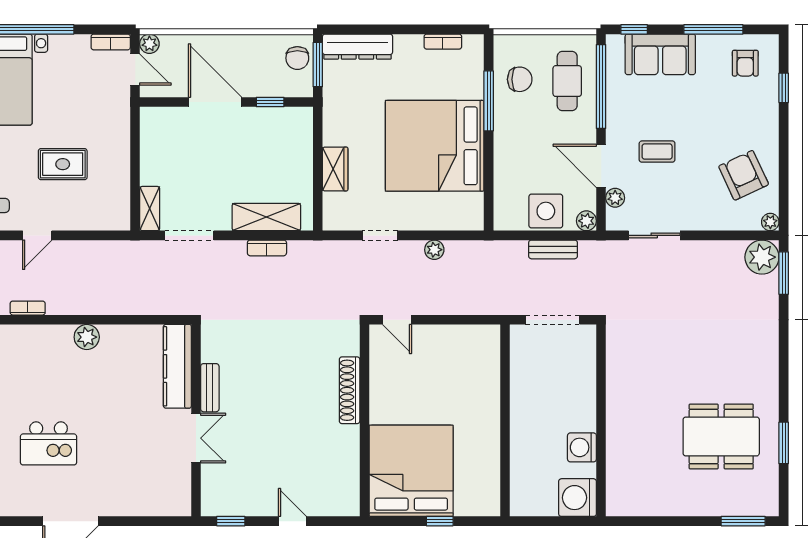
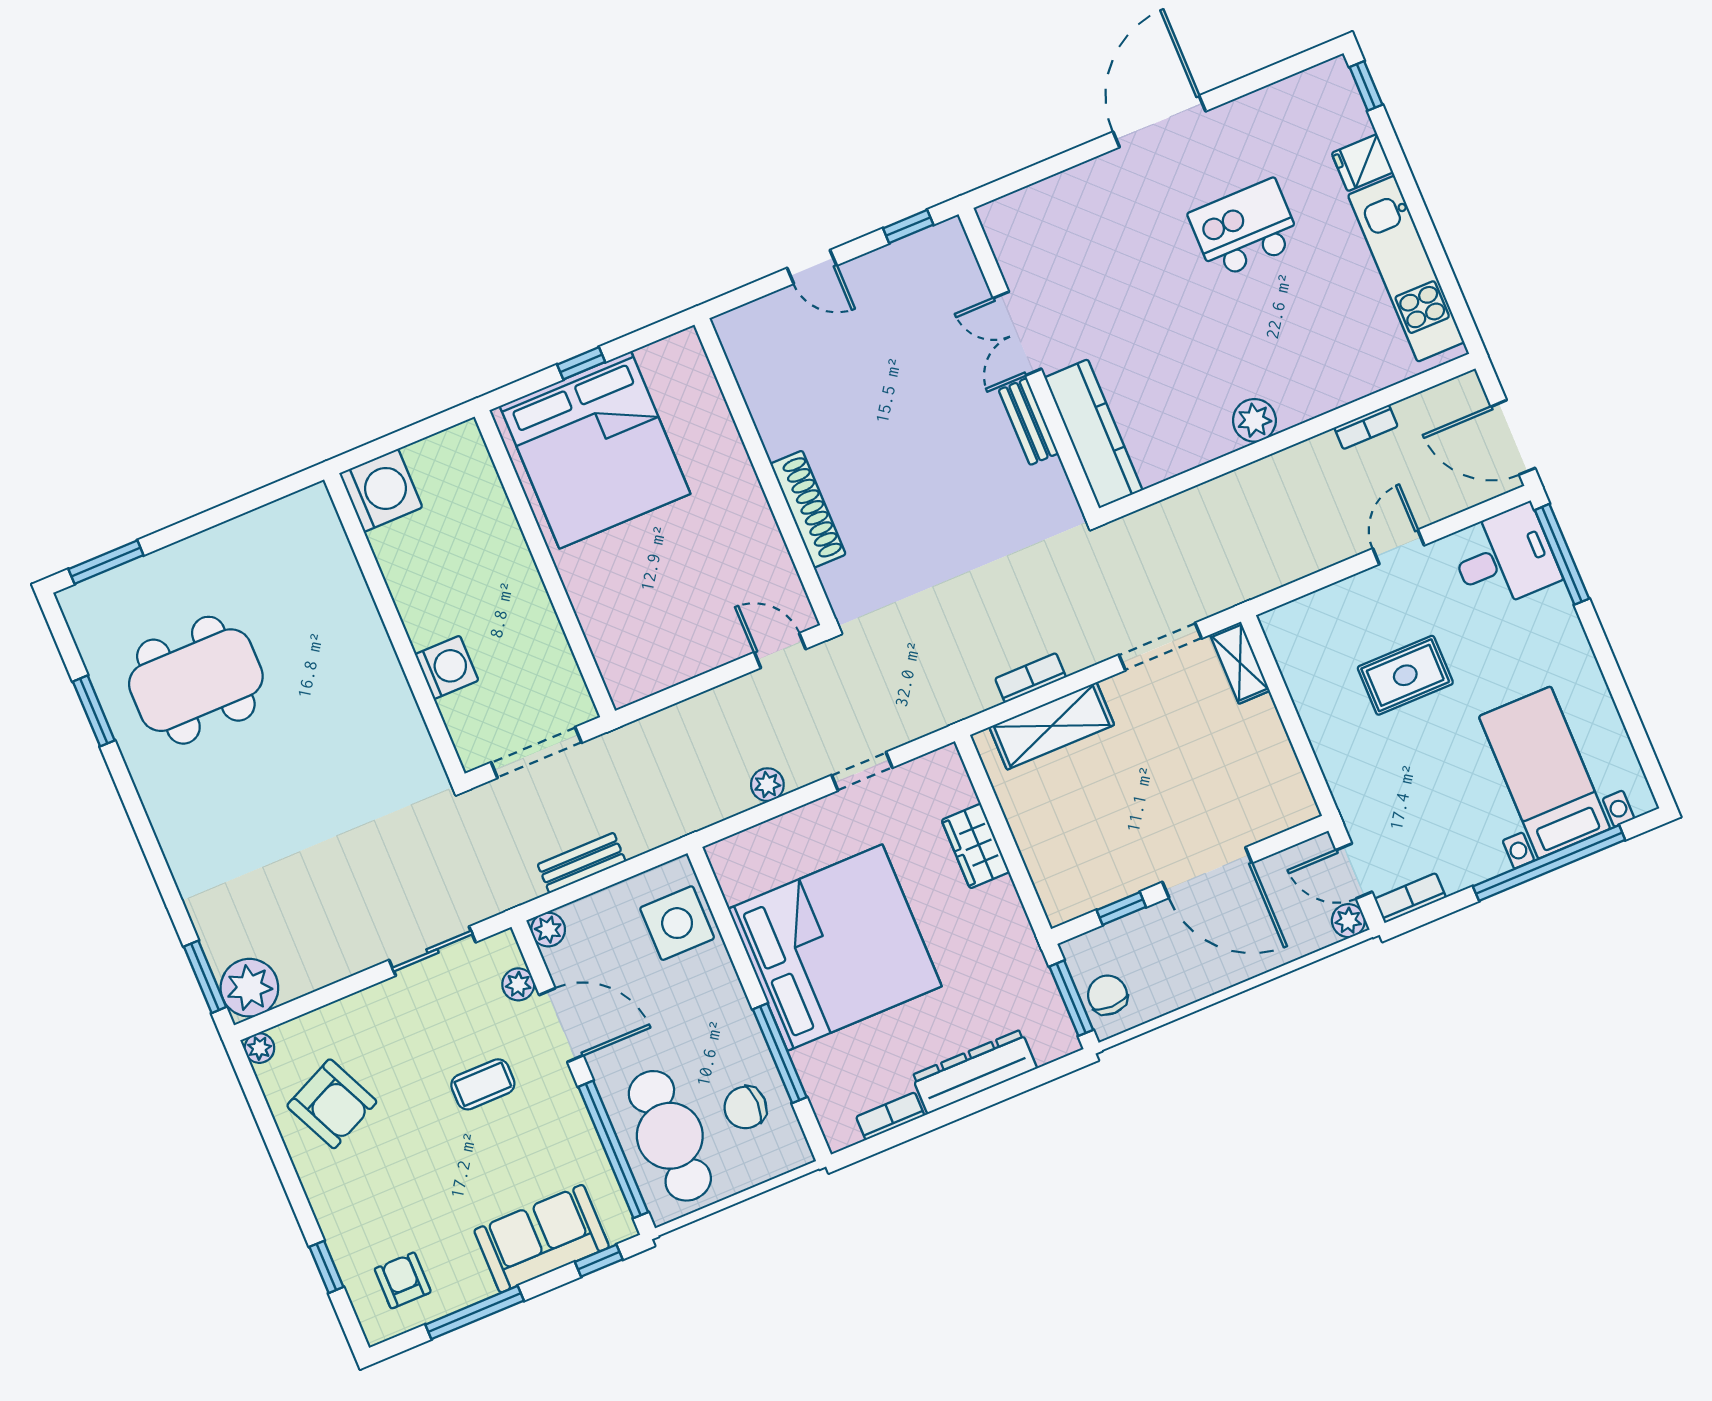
dresser: (357, 47) -> (974, 1072), moved
cafe table: (567, 81) -> (670, 1136), width x1.37, depth x1.35
side table: (546, 211) -> (677, 923), moved
washing machine: (582, 447) -> (447, 667), moved
bed: (411, 471) -> (595, 450), moved

